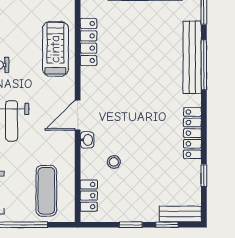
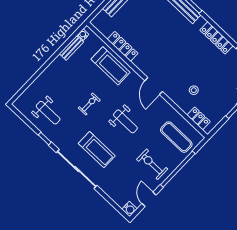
treadmill: (55, 49) -> (110, 66), turned 180
washbasin: (87, 140) -> (170, 93), removed

